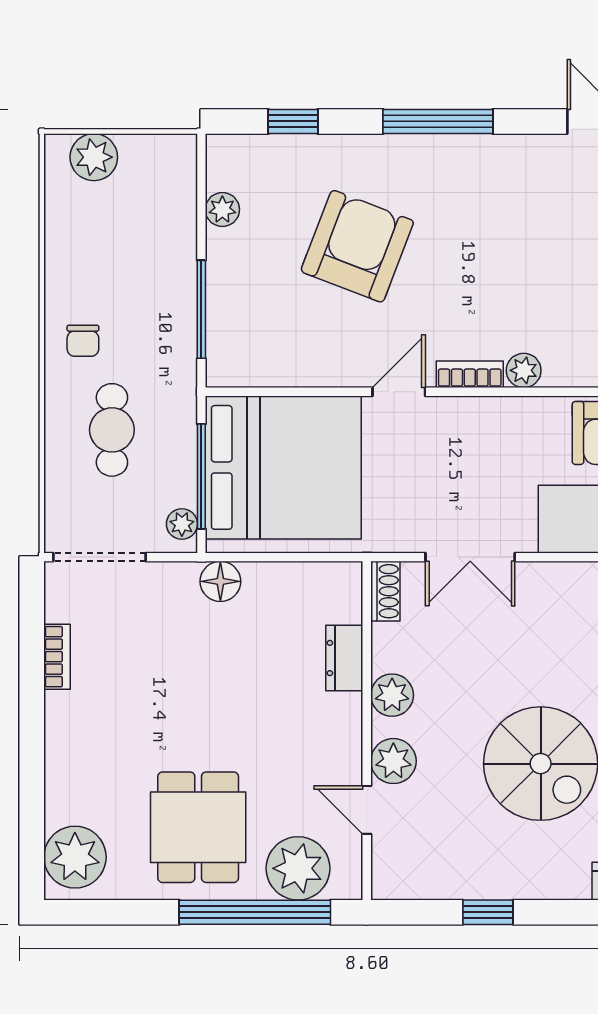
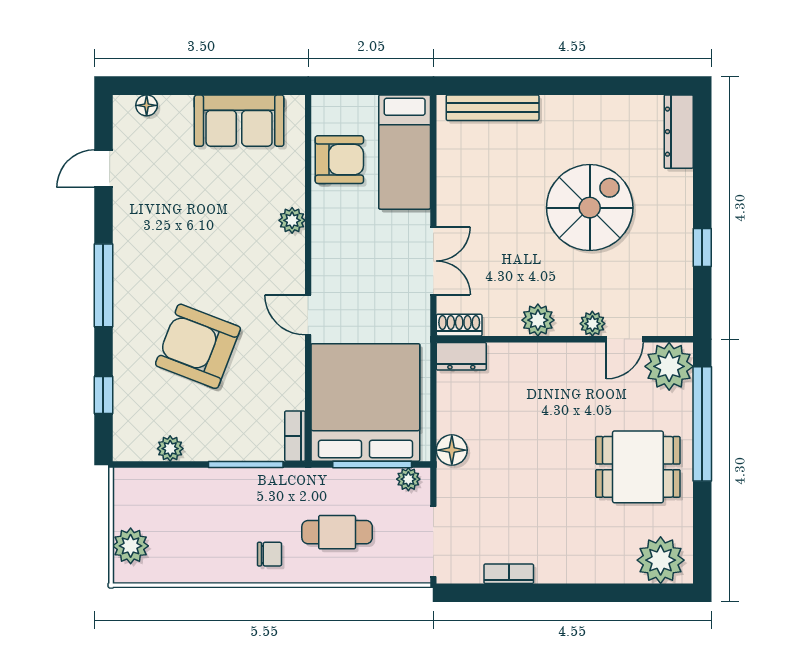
bookcase: (470, 374) -> (295, 436), moved
dresser: (344, 658) -> (461, 356), moved
plant: (393, 761) -> (592, 324), width x0.73, depth x0.73
plant: (298, 868) -> (669, 366), moved

